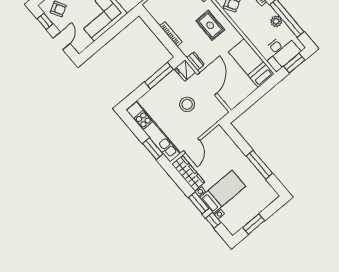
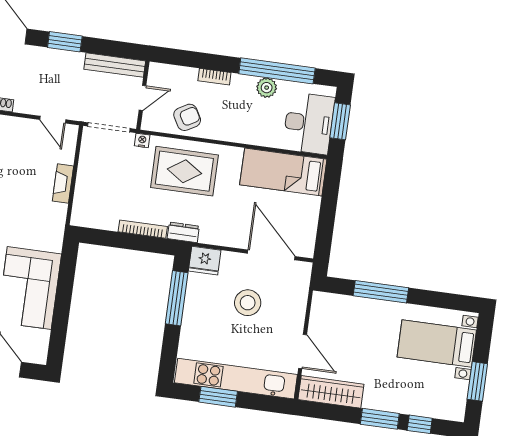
rug: (210, 25) -> (184, 171), width x1.36, depth x1.43
dresser: (196, 61) -> (183, 232), moved
door: (207, 84) -> (271, 255), moved
window: (153, 149) -> (218, 397), moved
window: (259, 165) -> (381, 292), moved
bed with nightstands: (223, 192) -> (437, 344), moved, turned -90

